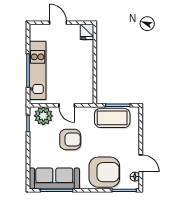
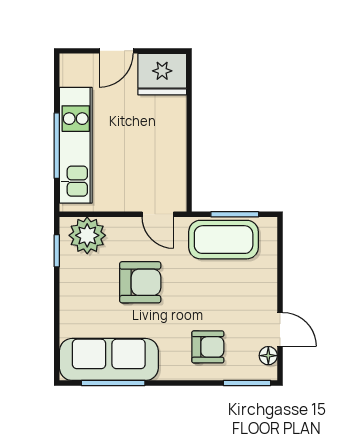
door: (58, 23) -> (116, 51), swing flipped
fridge: (87, 32) -> (162, 74), width x1.88, depth x1.34
door: (67, 105) -> (158, 214), moved
armchair: (104, 172) -> (208, 347), width x0.53, depth x0.53

